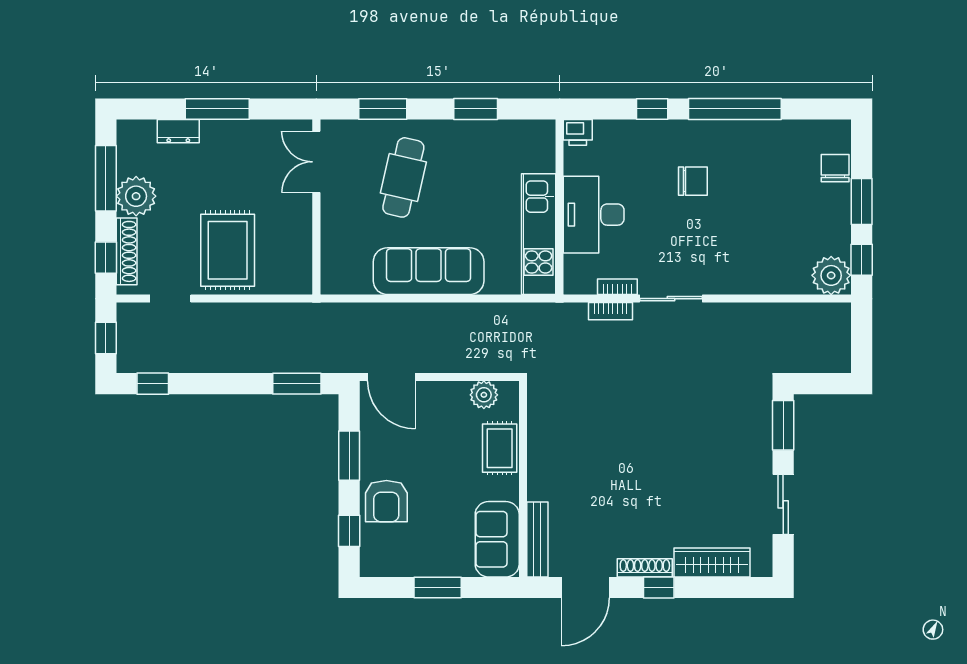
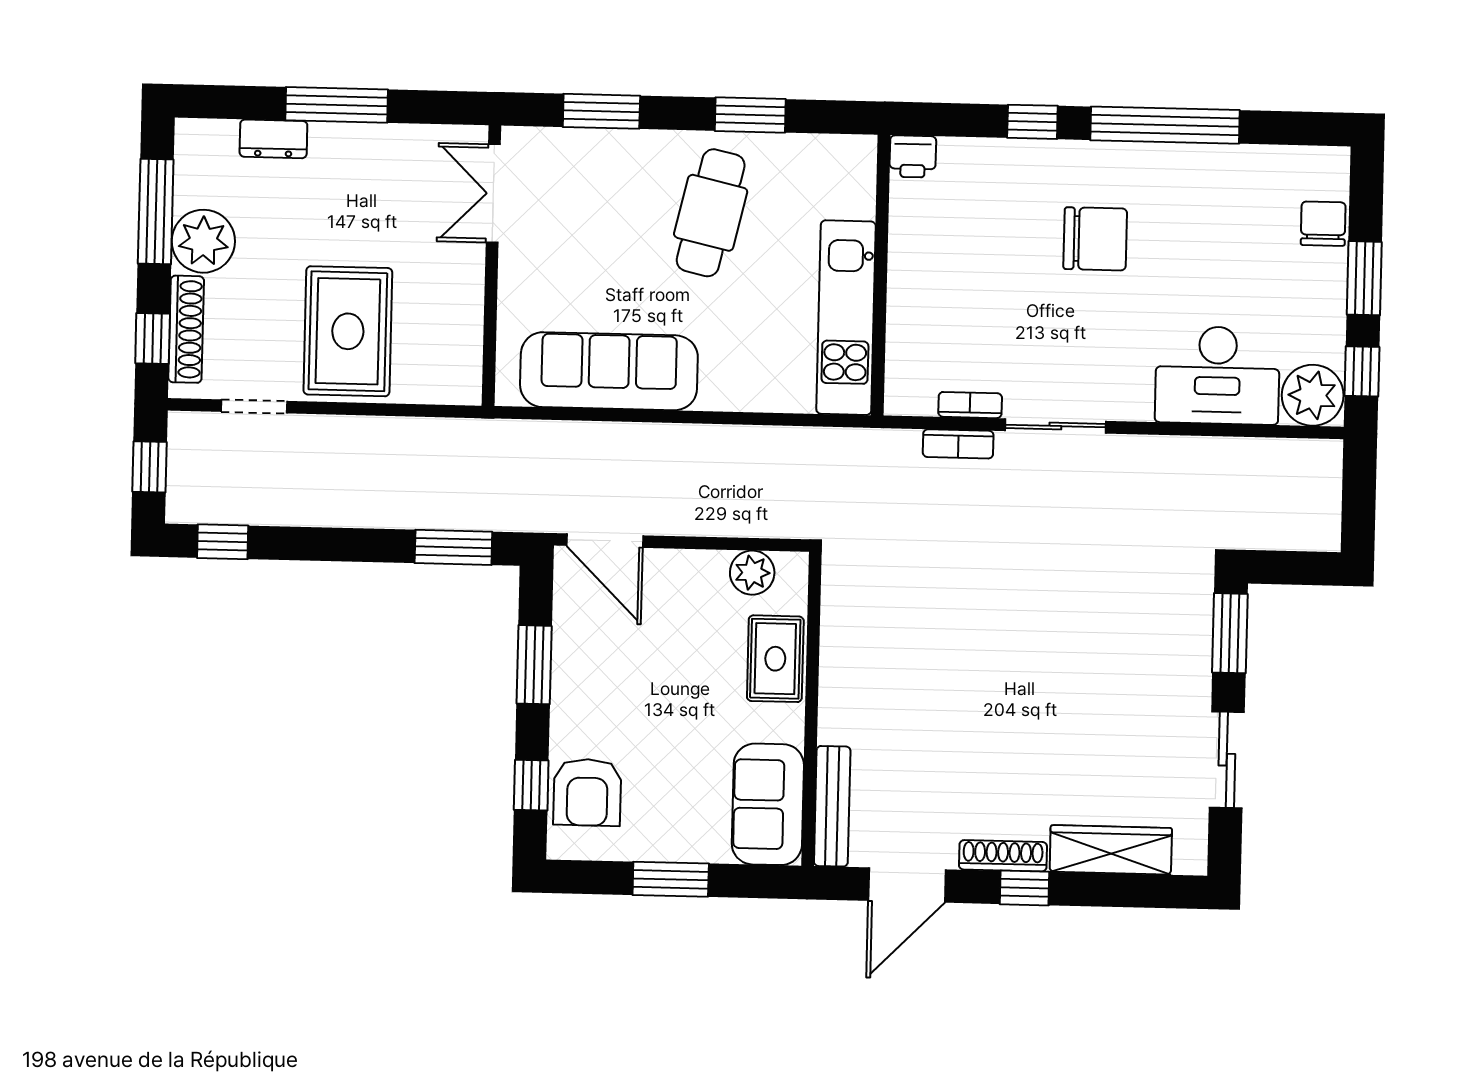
cafe table: (403, 177) -> (711, 213), moved
chair: (693, 181) -> (1095, 239), width x1.37, depth x1.37
desk: (594, 215) -> (1217, 375), moved, turned -90
sofa: (429, 271) -> (609, 371), moved
armchair: (386, 501) -> (587, 792), moved

